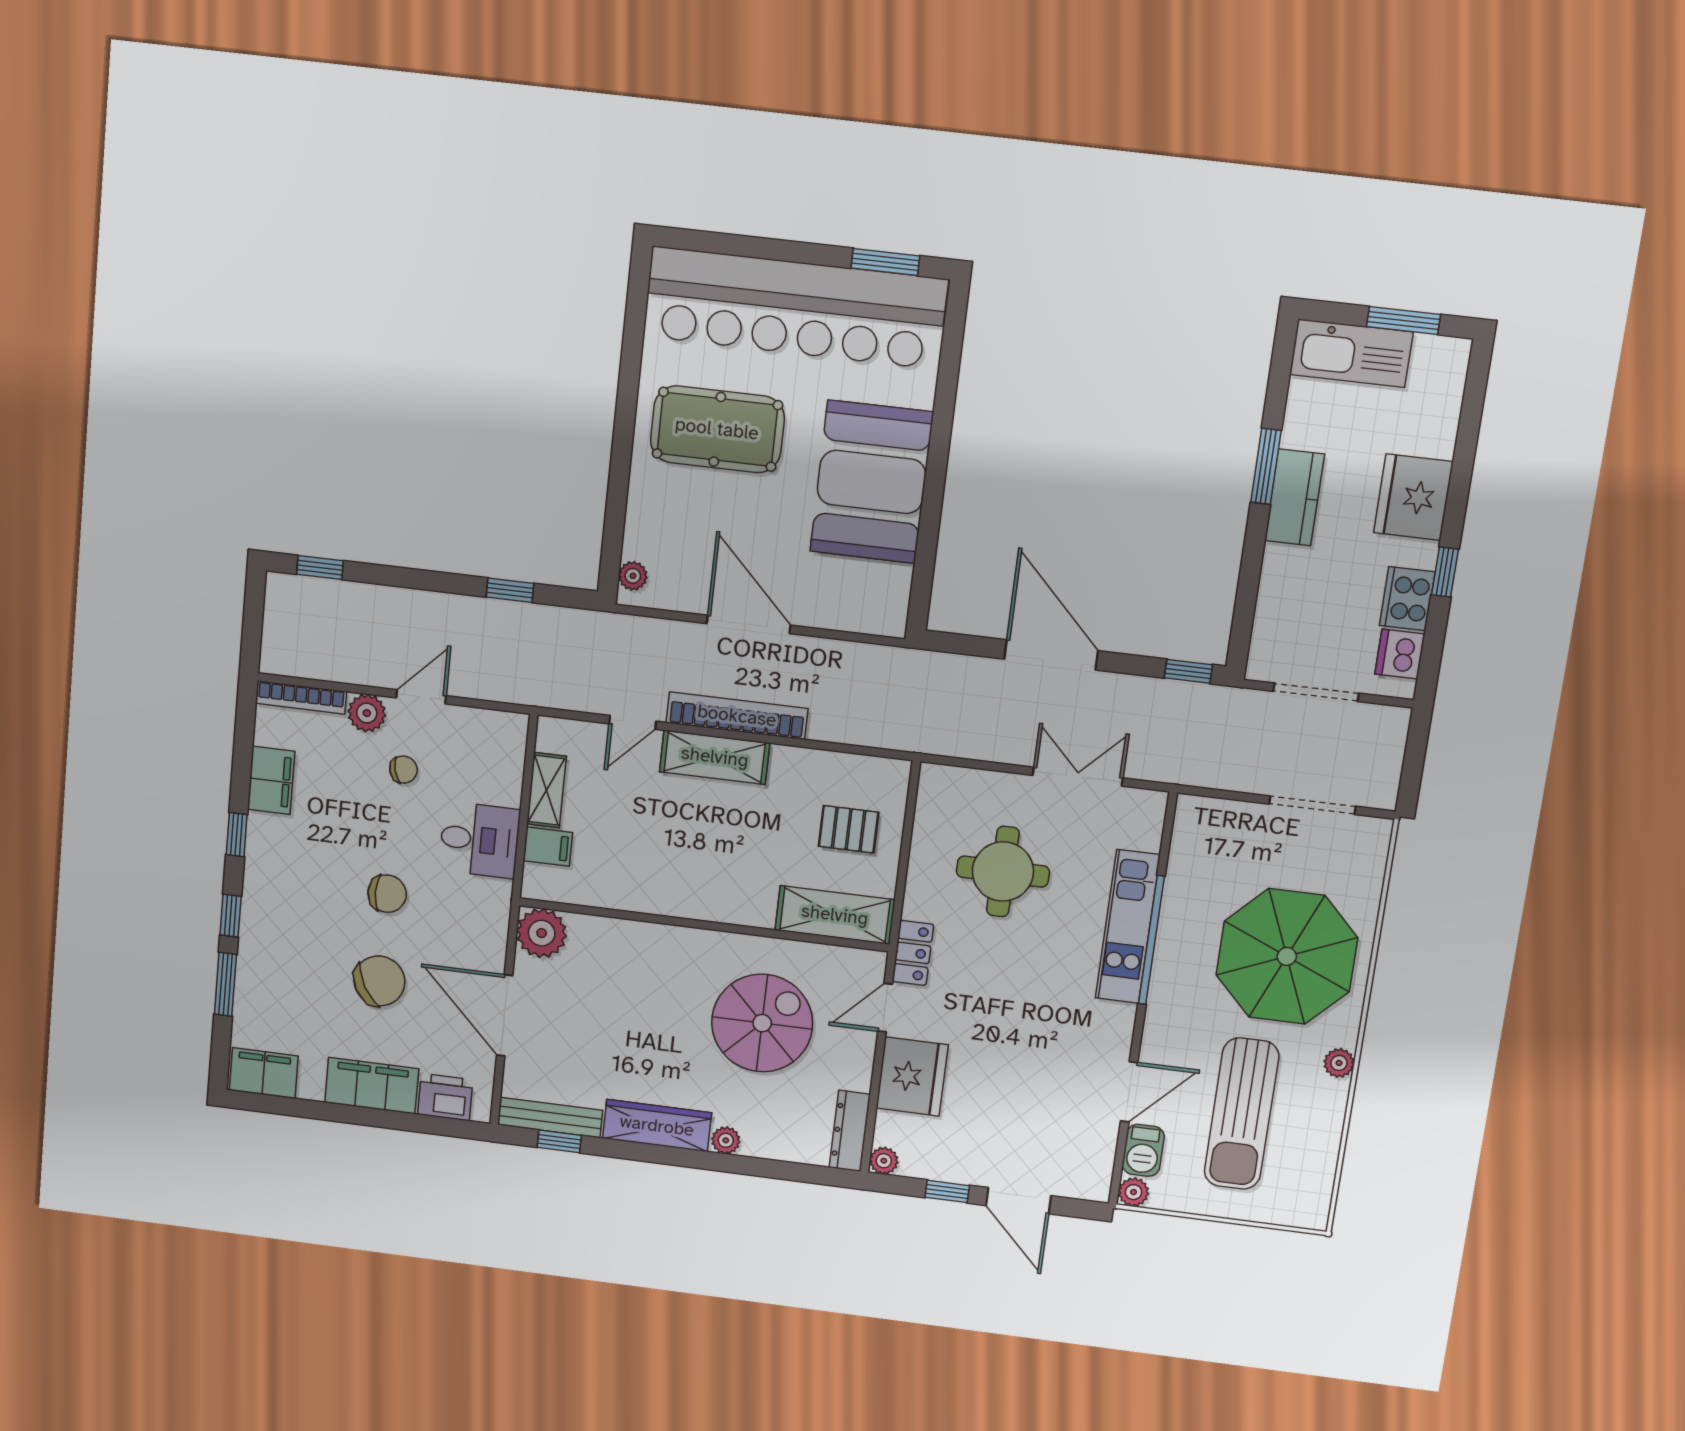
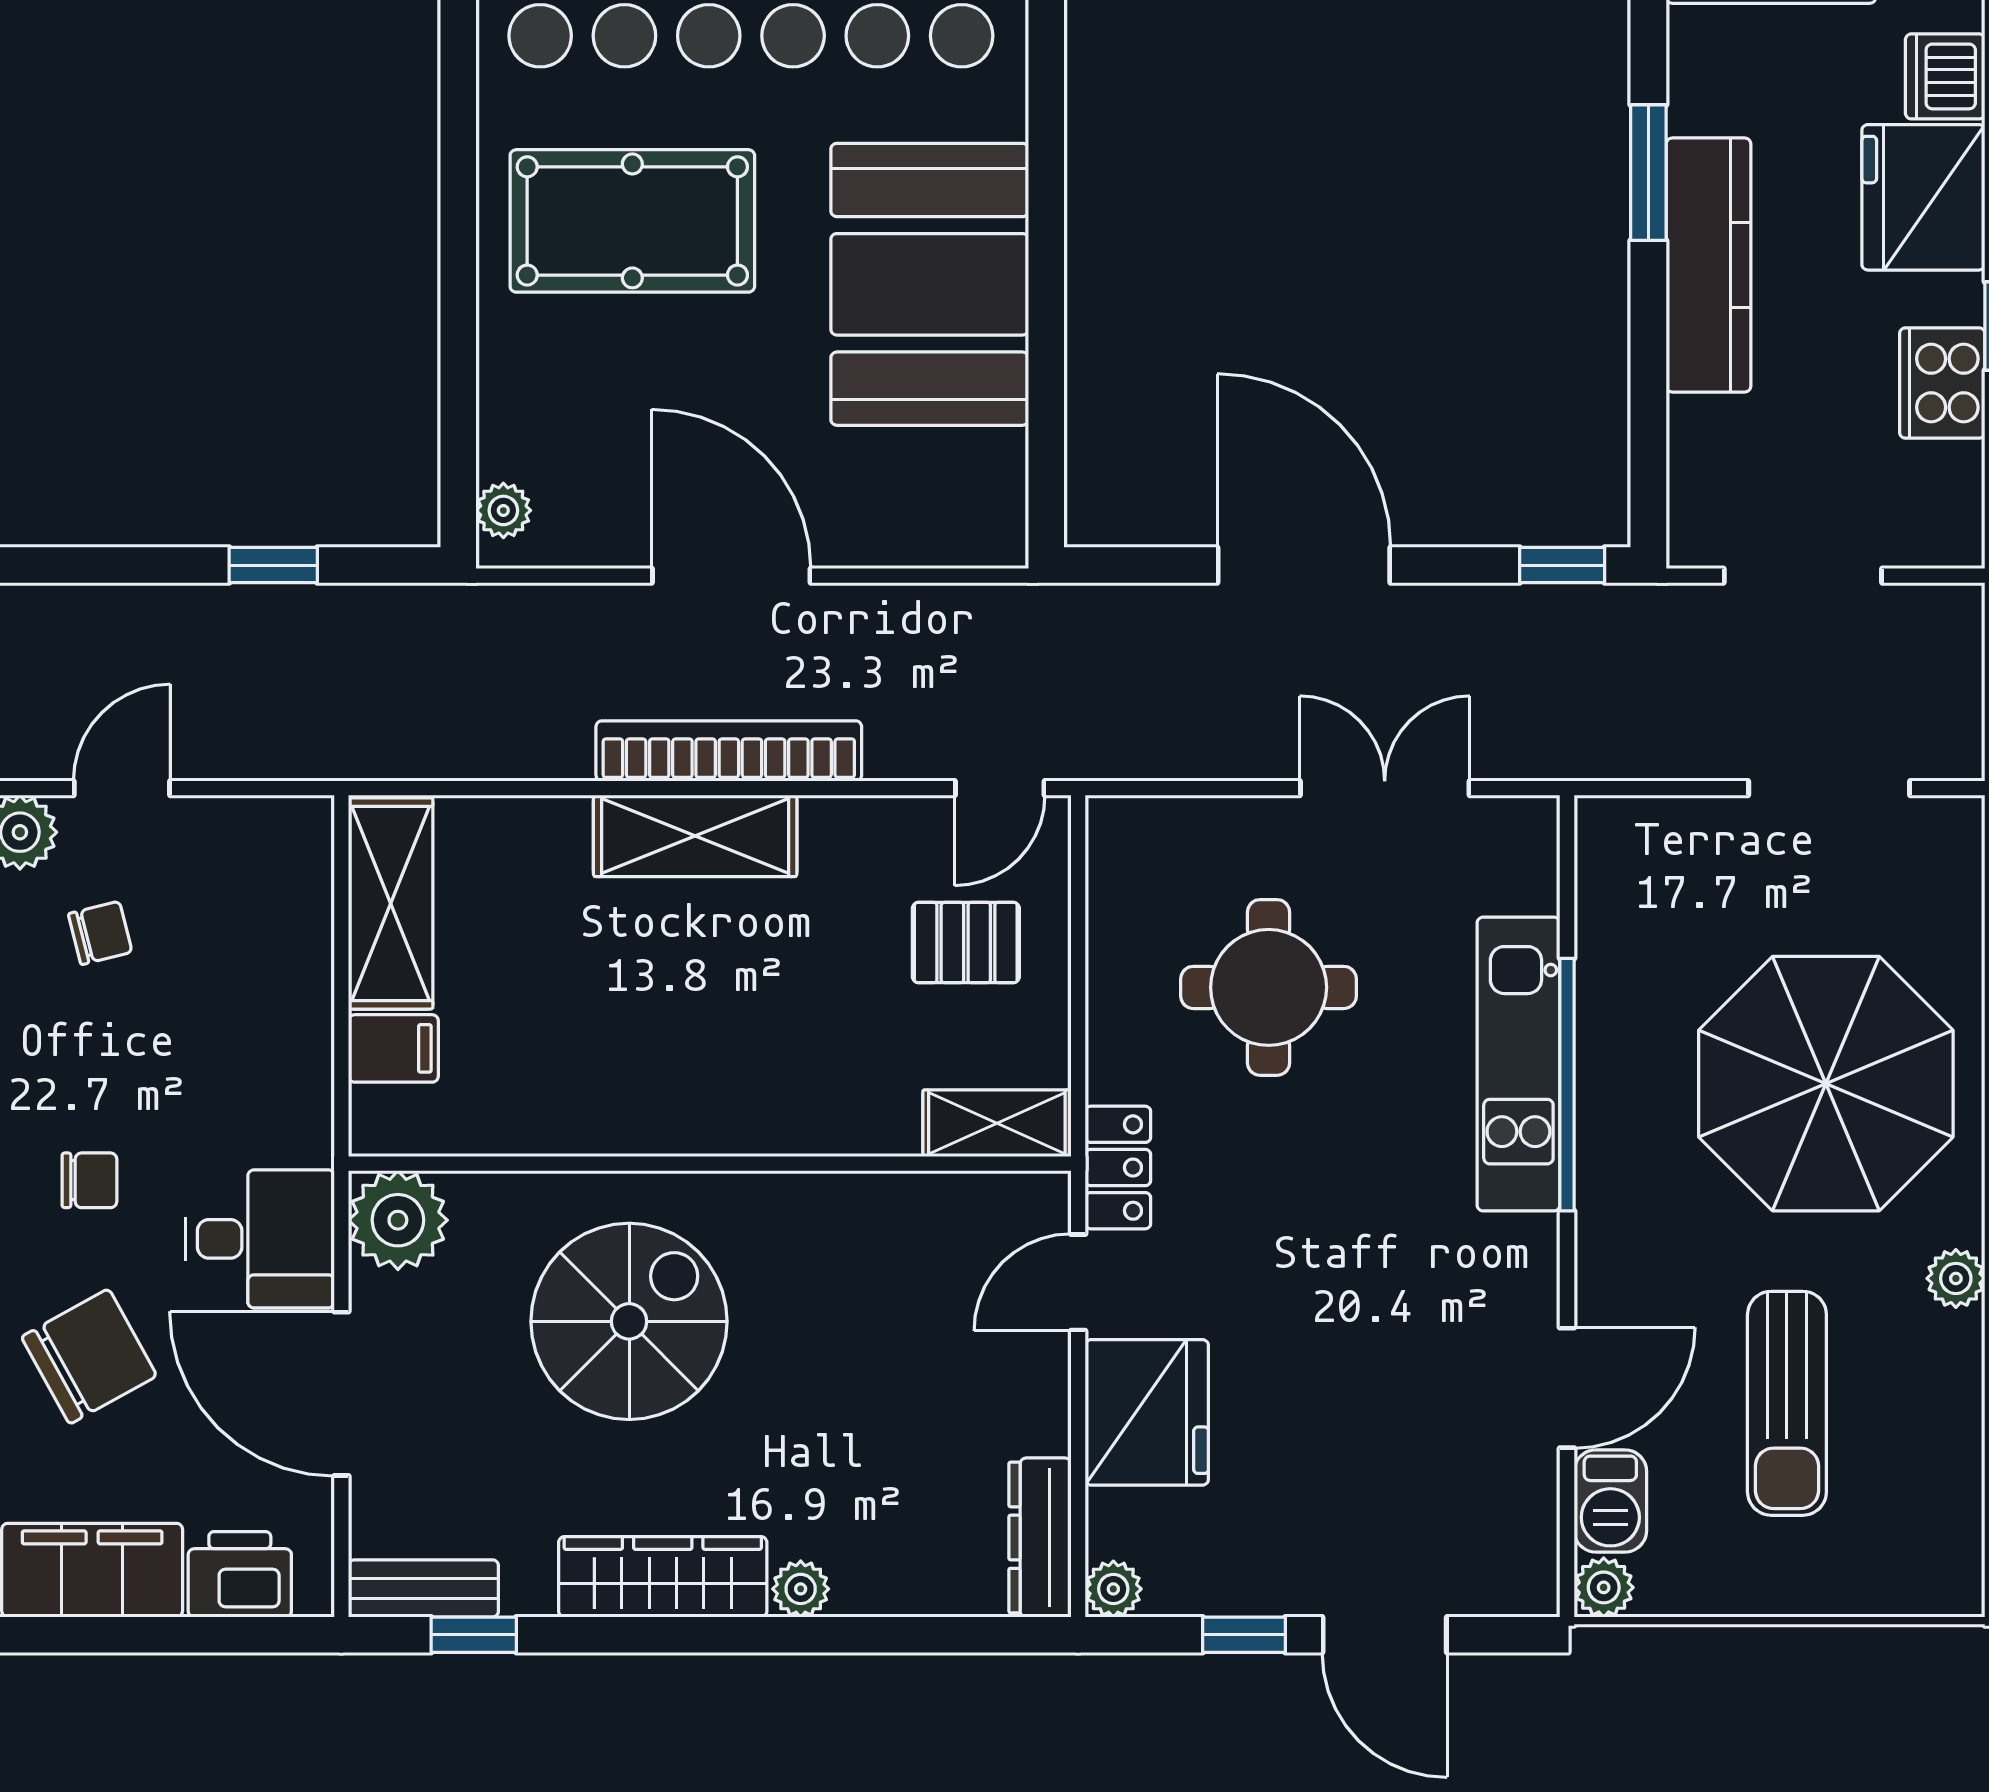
kitchen counter: (1294, 497) -> (1708, 265), width x1.50
dishwasher: (1400, 654) -> (1945, 76), moved
door: (633, 722) -> (1000, 788), moved
shelving: (547, 790) -> (391, 904), width x1.50, depth x1.33
desk: (479, 840) -> (260, 1239), moved
chair: (387, 894) -> (89, 1180), width x0.73, depth x0.73
shelving: (835, 915) -> (997, 1123), width x0.67, depth x0.75
spiral stairs: (762, 1023) -> (629, 1321), moved
sun lounger: (1241, 1114) -> (1787, 1403), width x0.73, depth x0.75
bench: (550, 1117) -> (424, 1588), width x0.73

